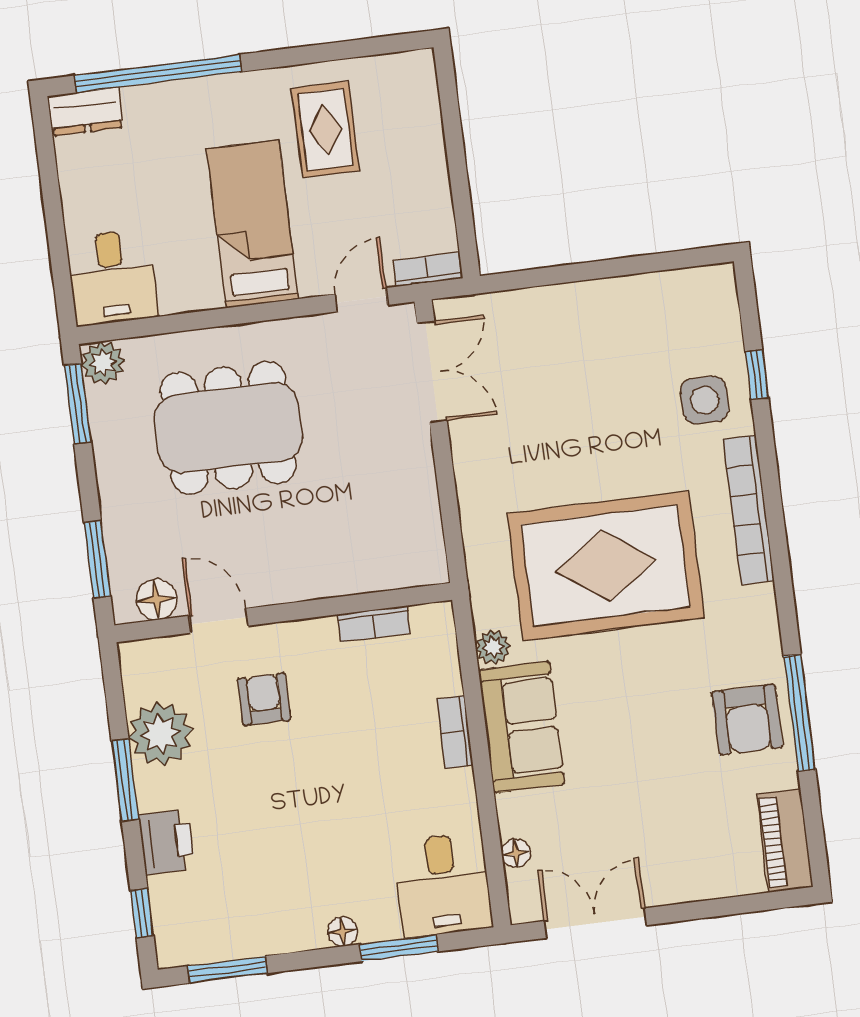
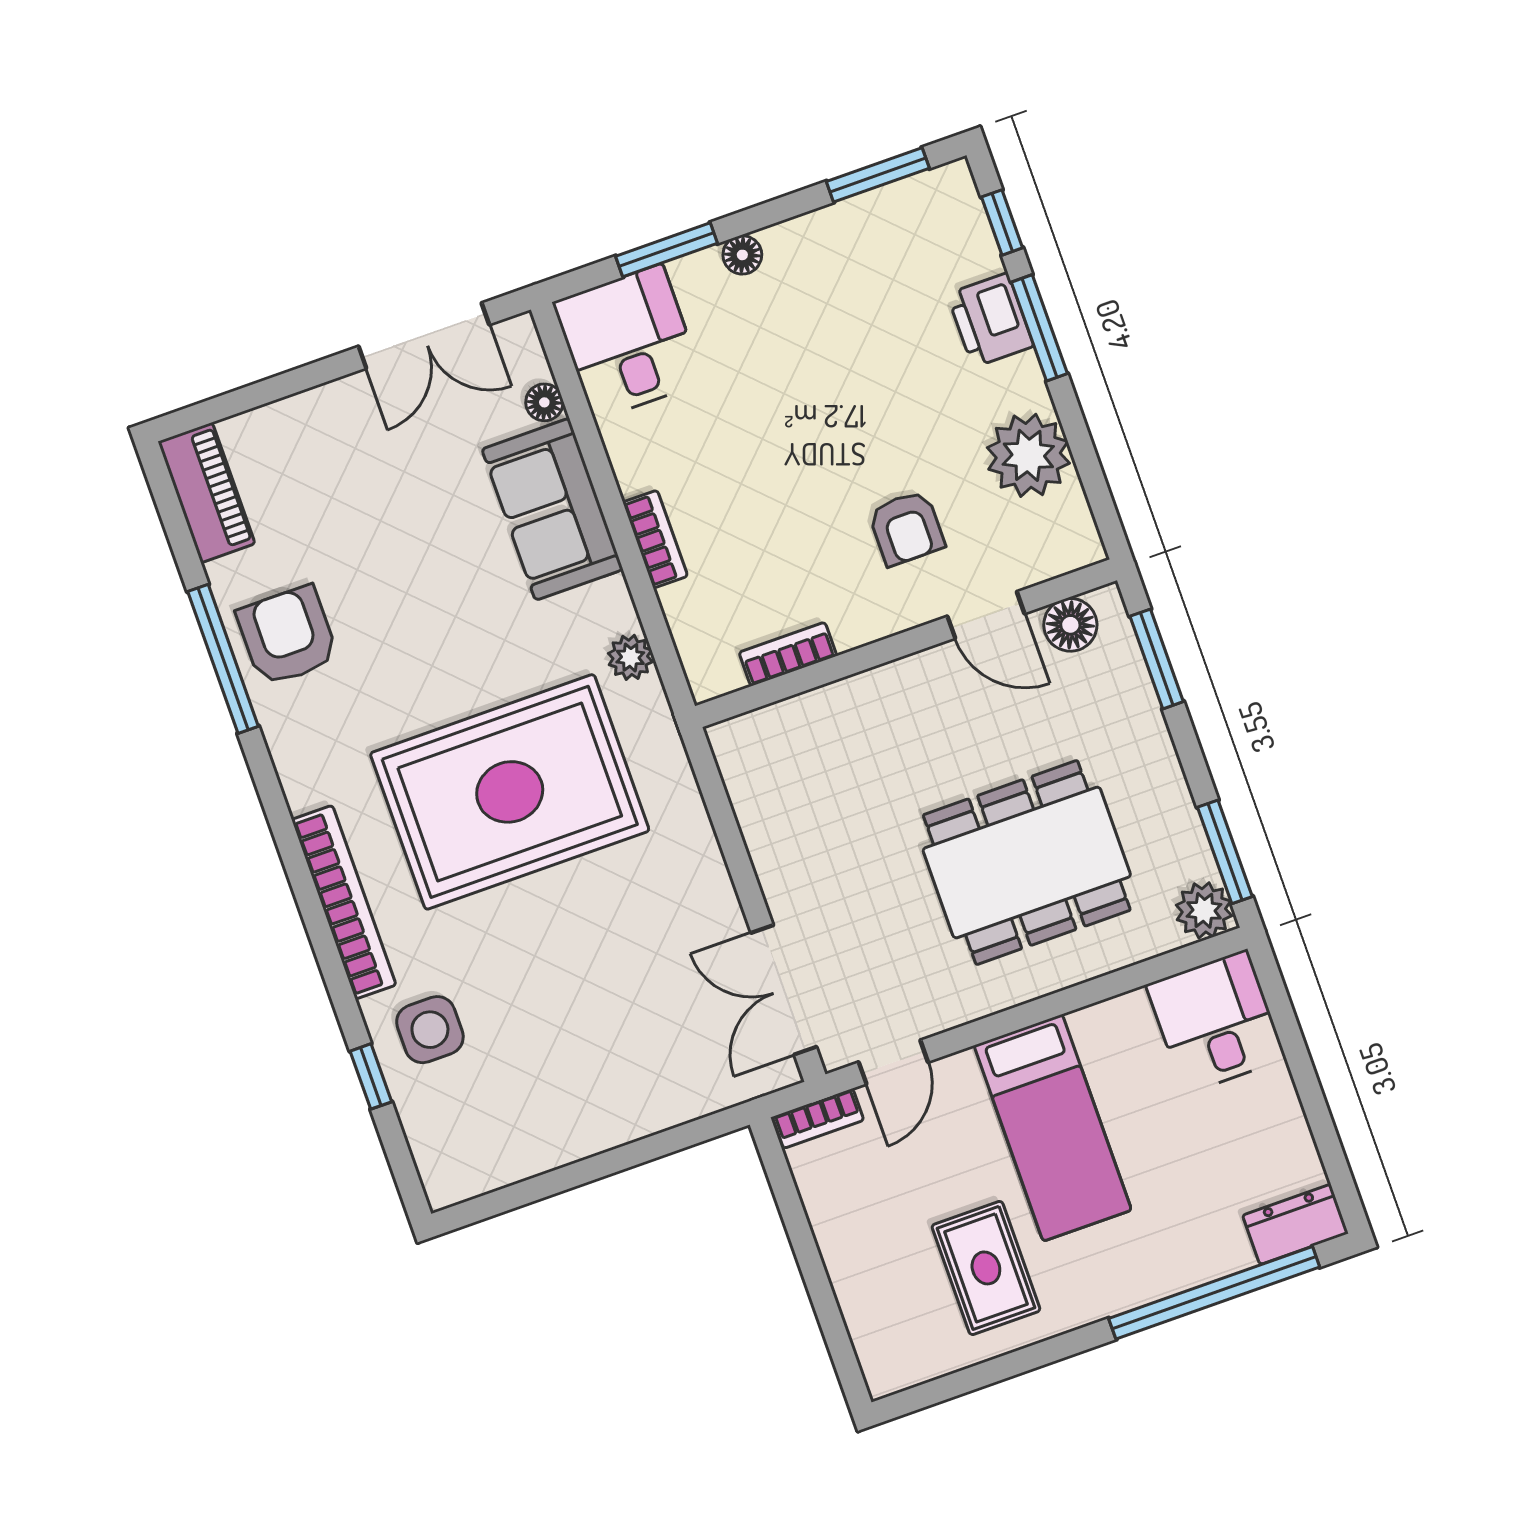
sofa: (522, 727) -> (552, 509), moved
window: (125, 780) -> (1039, 328), moved

